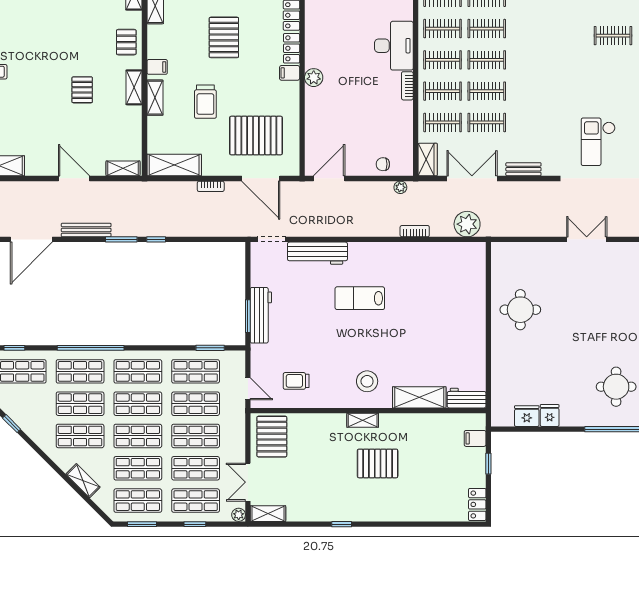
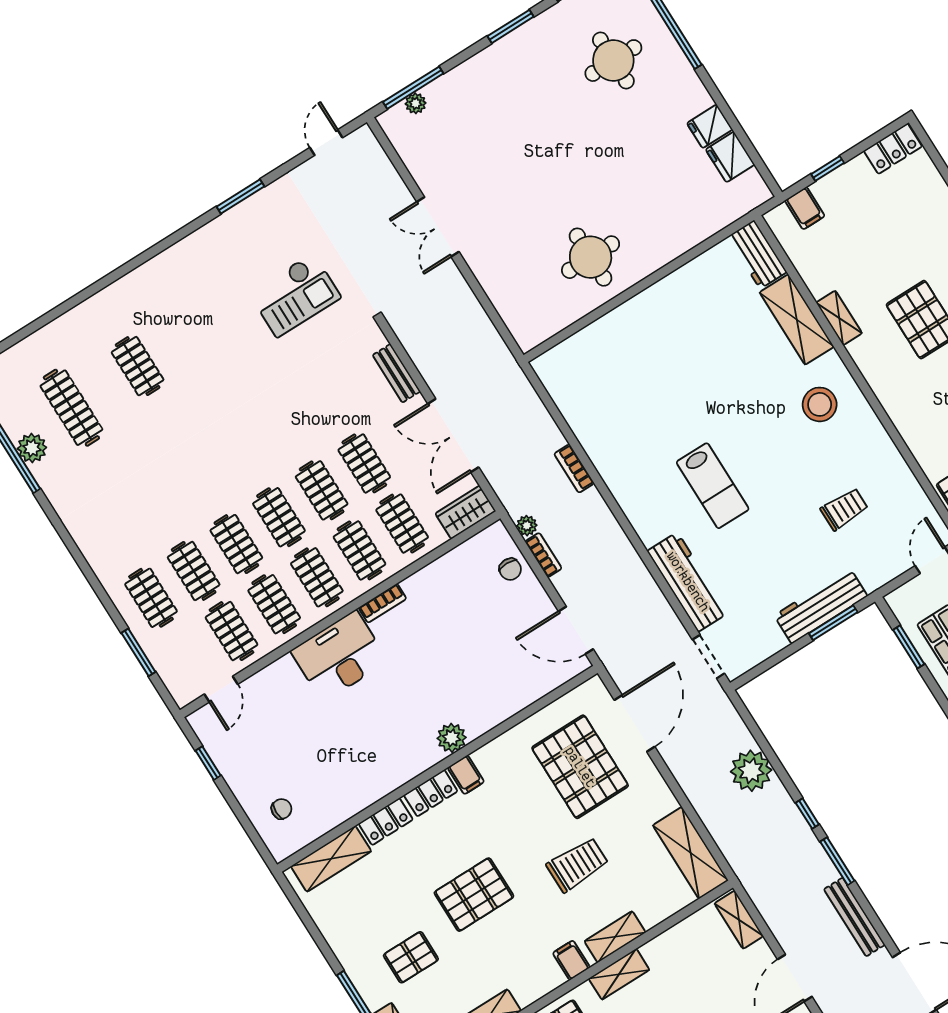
bookcase: (211, 186) -> (543, 555), moved
plant: (467, 224) -> (751, 771), moved
trolley: (296, 381) -> (844, 509), moved, turned -90
shelving: (363, 420) -> (839, 318), moved

